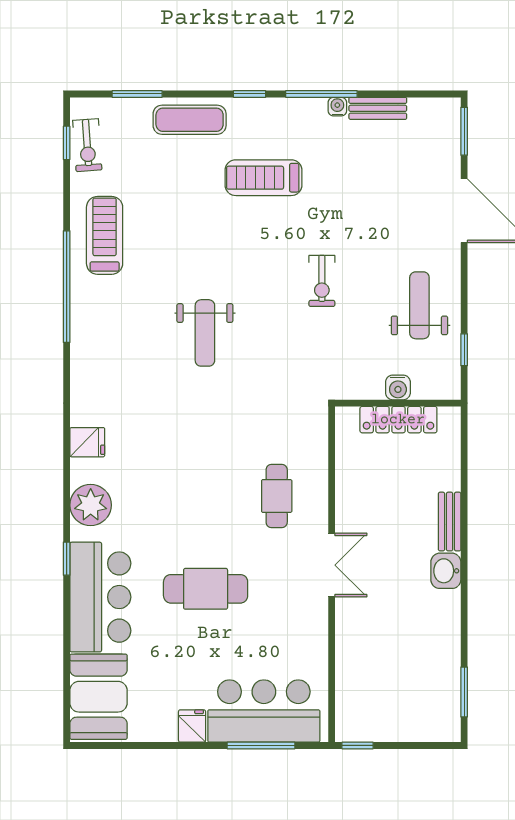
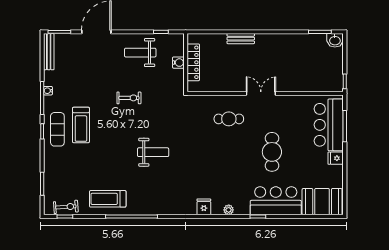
bench: (378, 108) -> (49, 52), moved, width x1.36
exercise mat: (190, 120) -> (57, 129), moved
plant: (91, 505) -> (229, 210), width x0.53, depth x0.53
washbasin: (446, 571) -> (335, 40), moved

